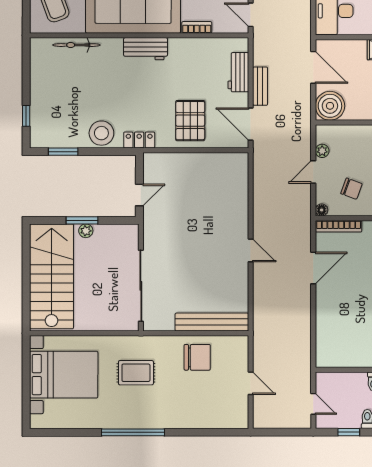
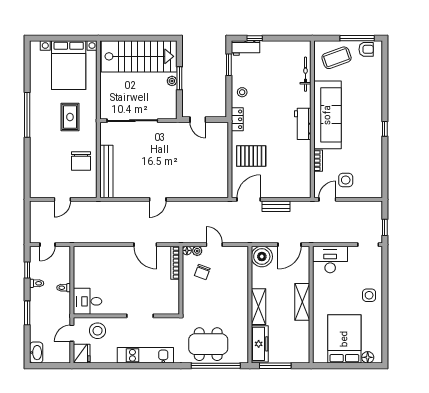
workbench: (238, 72) -> (245, 48), moved, turned 180
stool: (101, 133) -> (242, 92), width x0.53, depth x0.53
plant: (322, 151) -> (197, 251), moved

